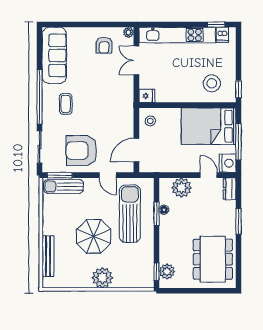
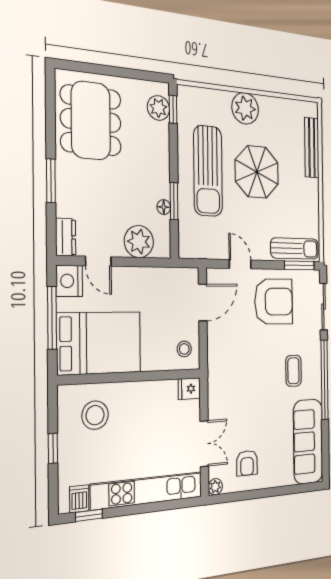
armchair: (104, 45) -> (247, 463), turned 180
window: (239, 89) -> (53, 448), moved
sun lounger: (130, 214) -> (208, 171), moved

